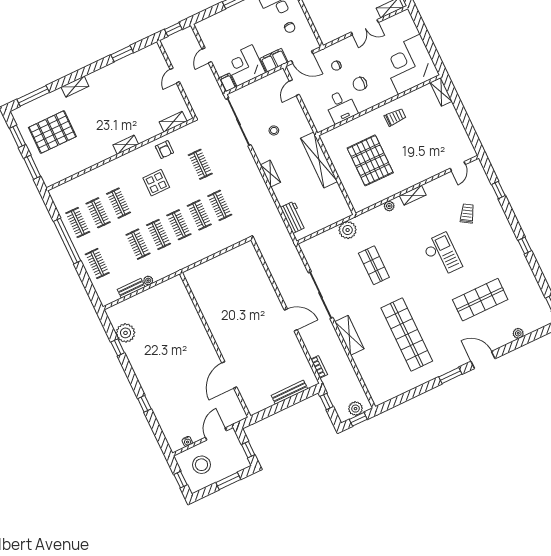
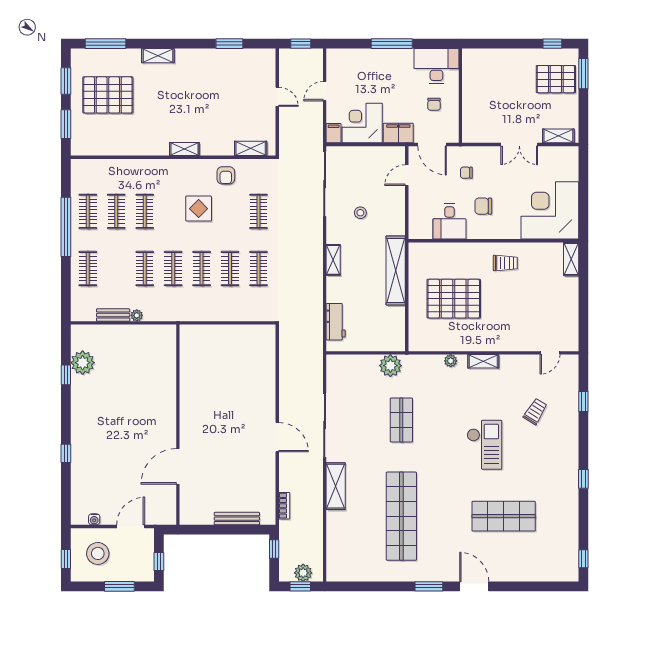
door: (175, 76) -> (277, 97), swing flipped
pallet: (370, 160) -> (454, 299), turned 90
plant: (518, 333) -> (529, 575), removed

